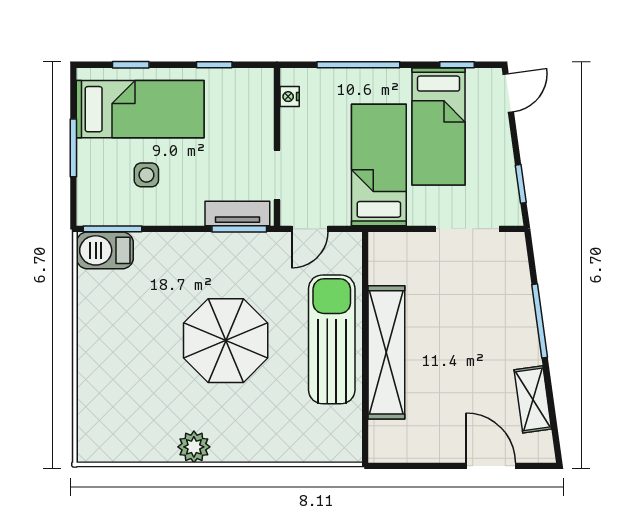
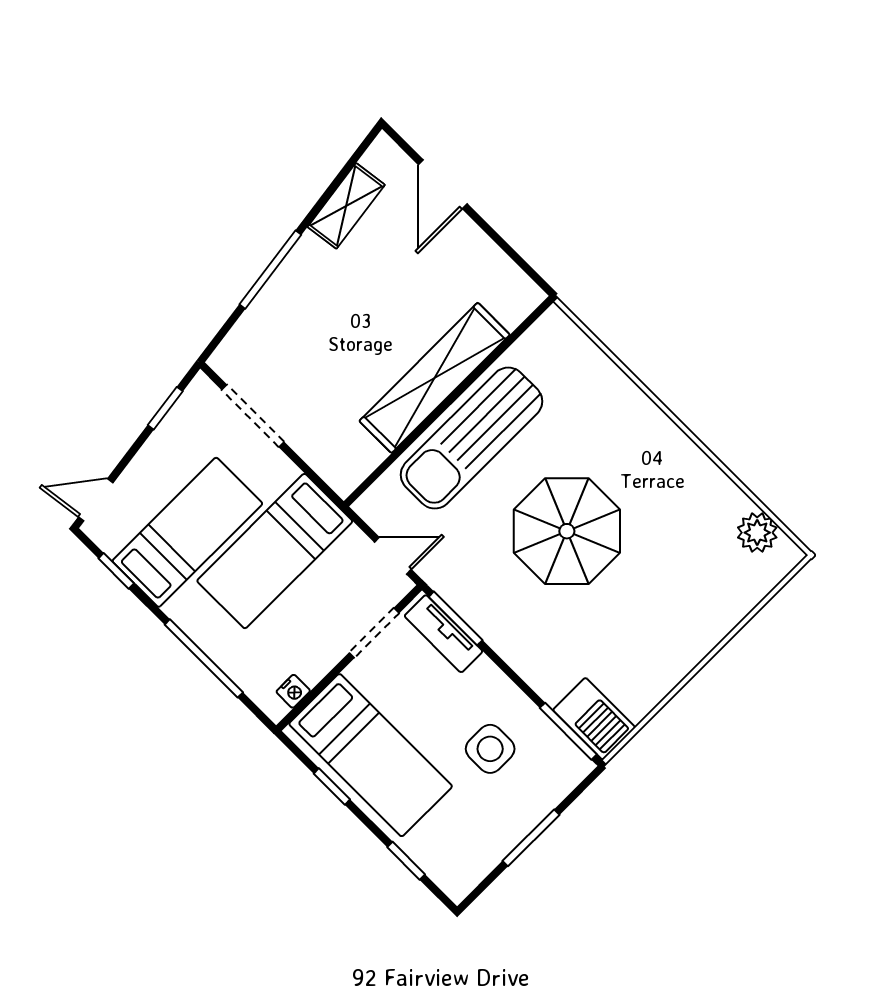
bed: (140, 109) -> (371, 755), moved, turned 180
side table: (146, 175) -> (490, 749), width x1.37, depth x1.37
plant: (194, 447) -> (757, 533), moved

